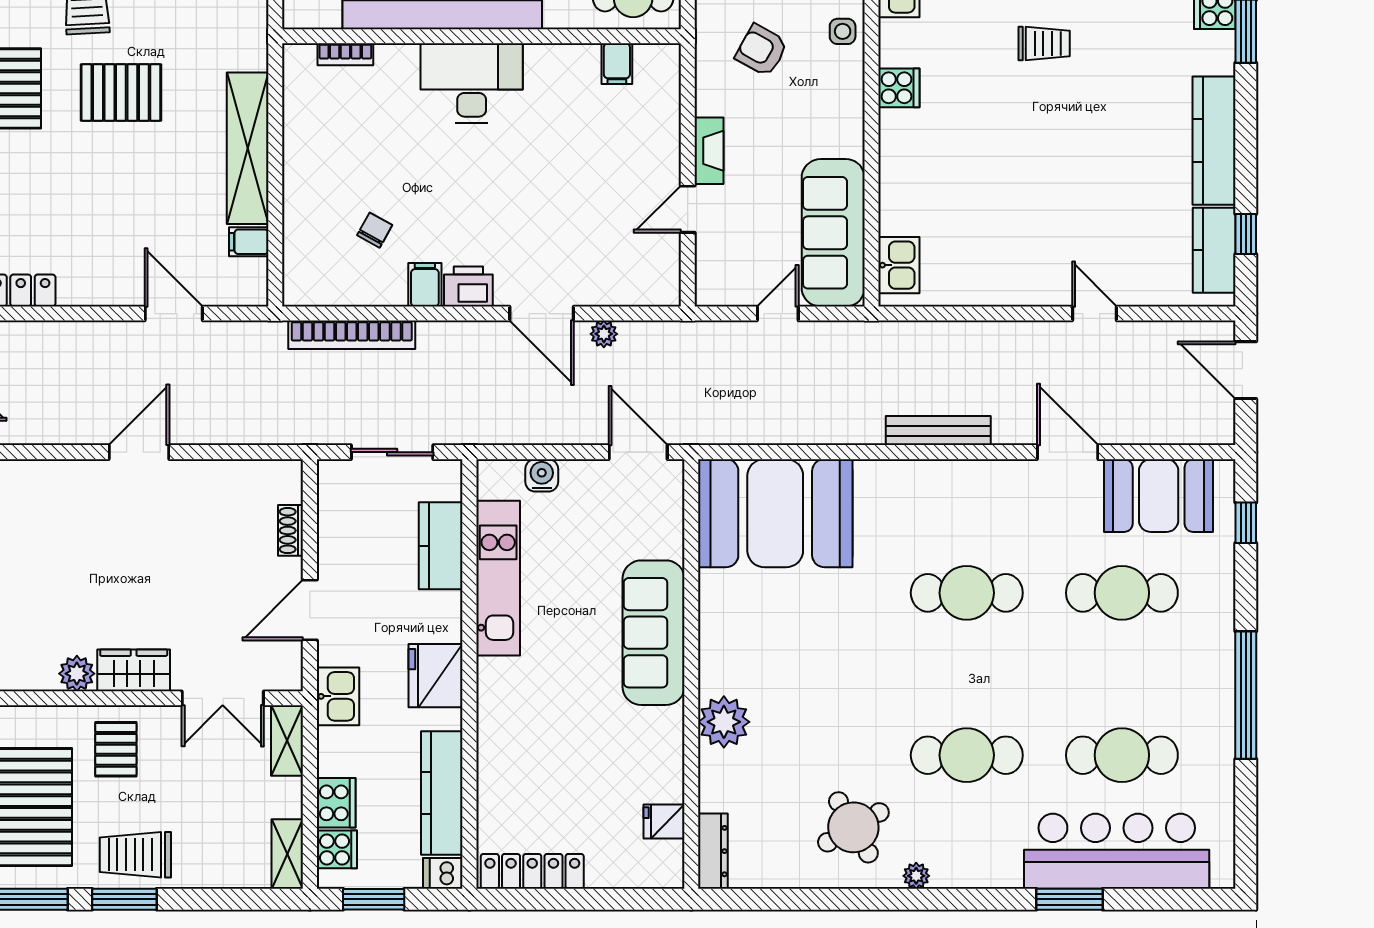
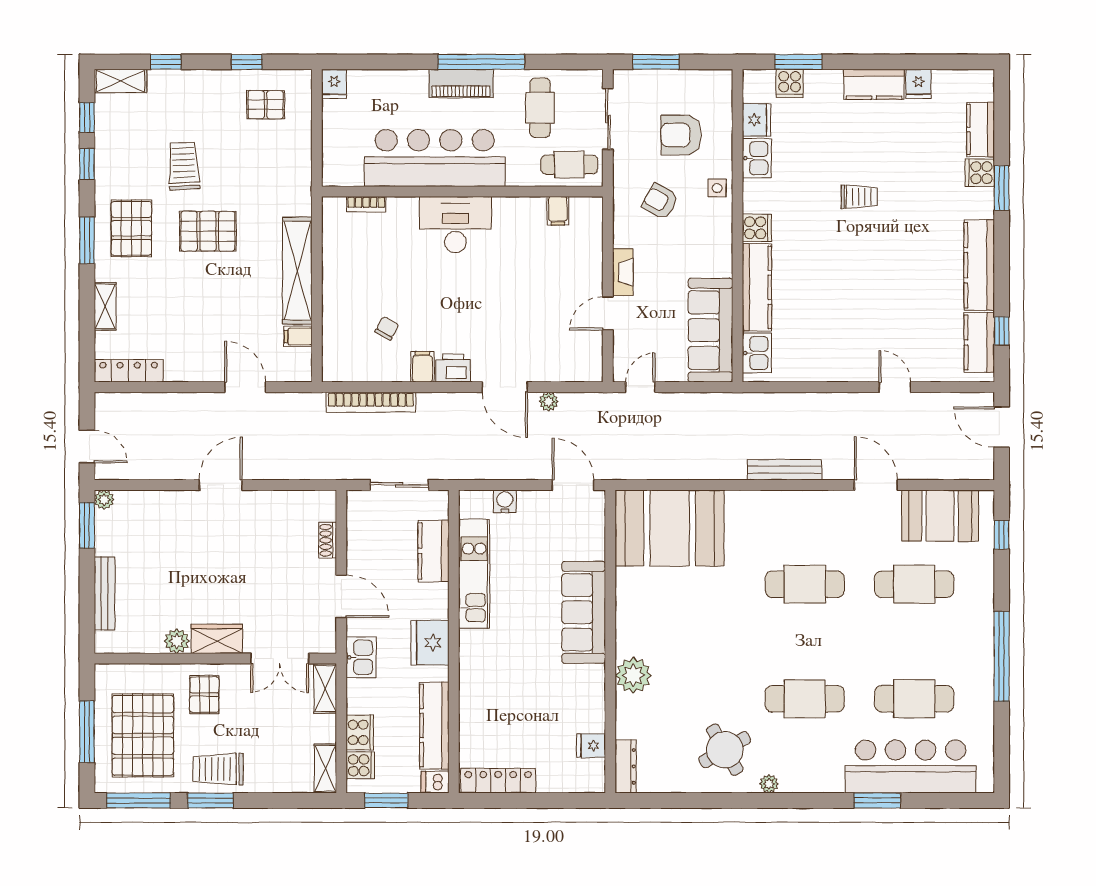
kitchen counter: (899, 172) -> (757, 287), added
door: (778, 314) -> (640, 387), moved
door: (310, 610) -> (341, 596), swing flipped

